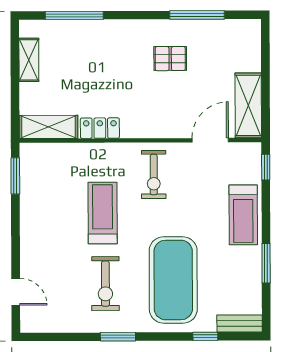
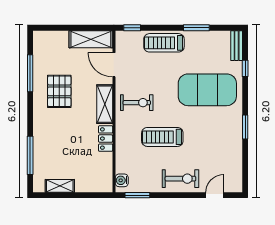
pallet: (170, 59) -> (59, 91), width x1.50, depth x1.42
shelving: (48, 127) -> (105, 104), moved
water cooler: (37, 152) -> (122, 180), added
treadmill: (243, 215) -> (164, 43), turned 180
exercise bike: (105, 284) -> (180, 179), moved

